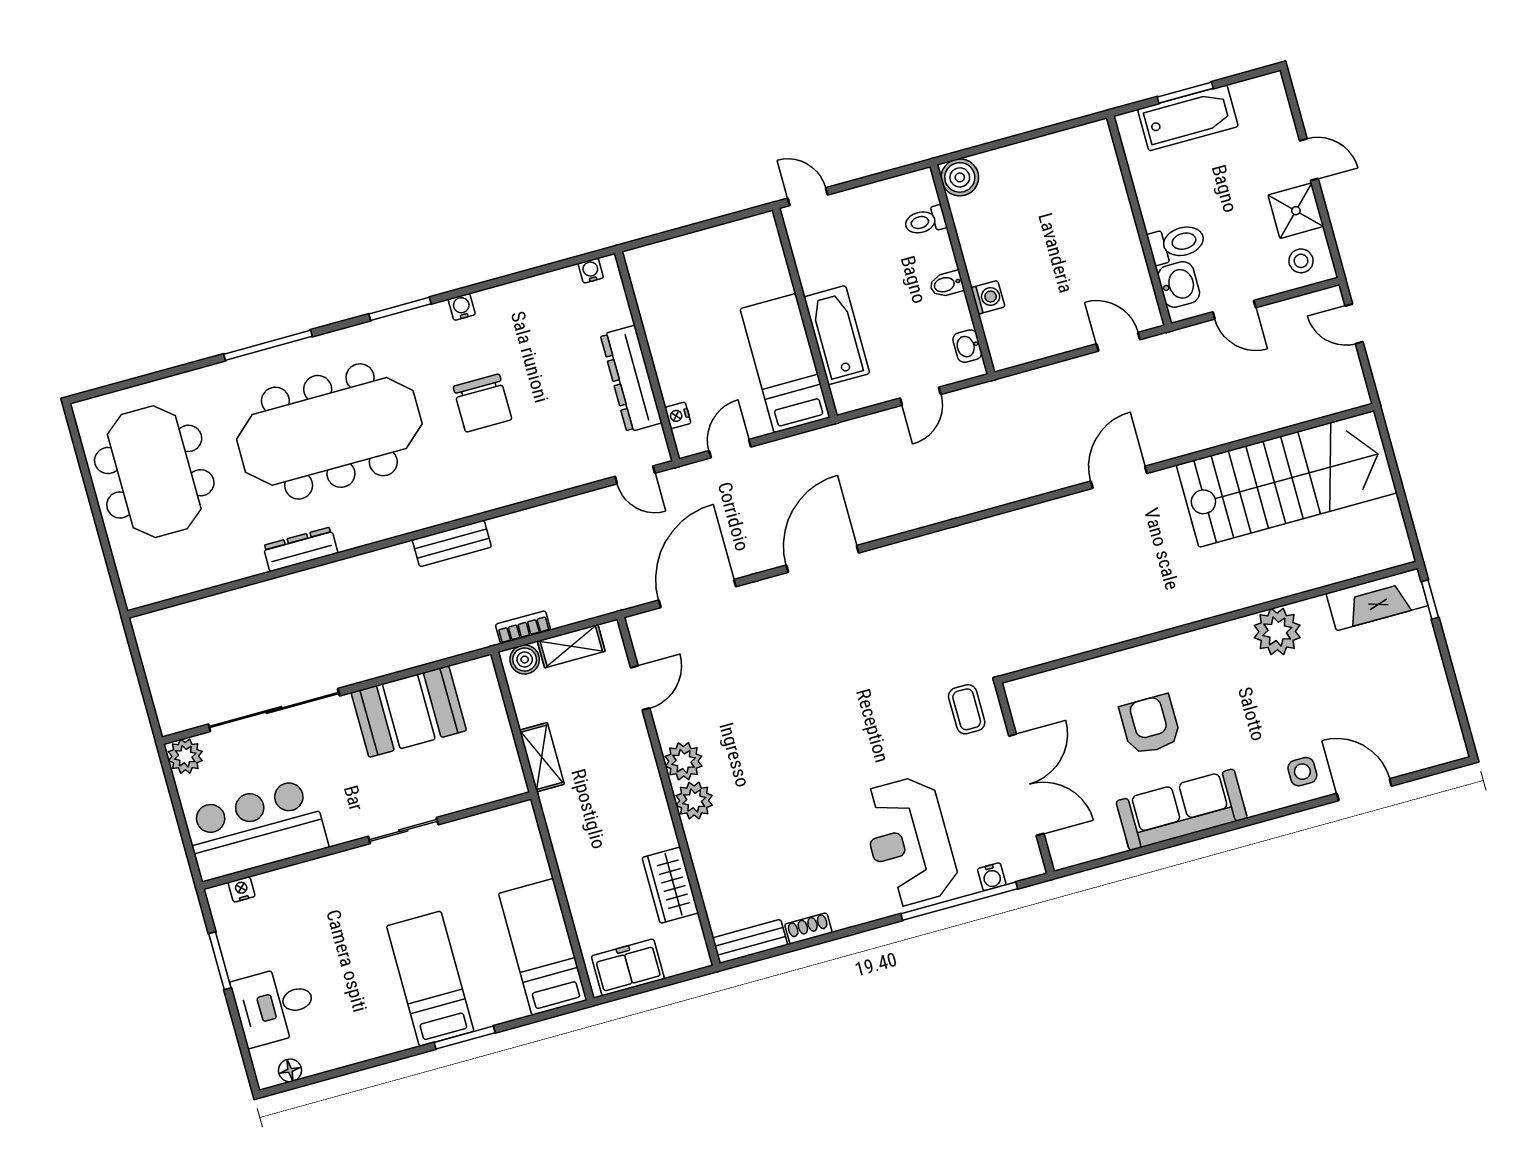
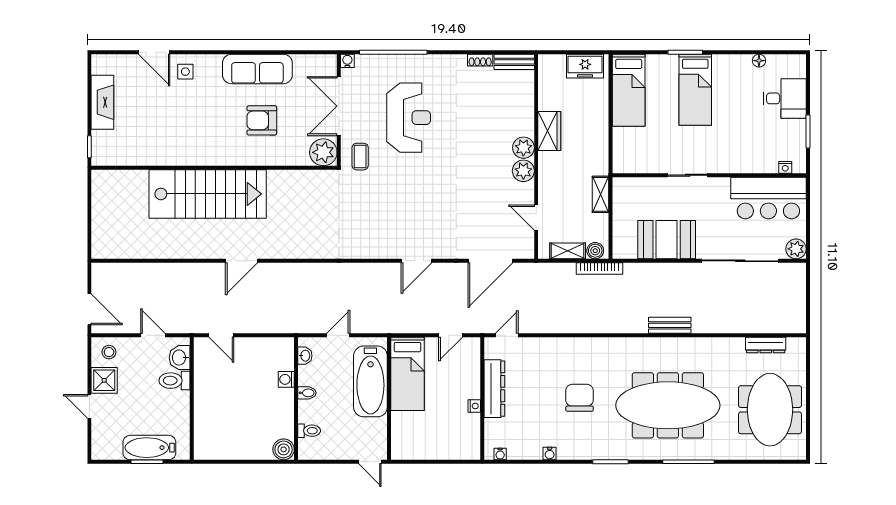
water cooler: (462, 307) -> (550, 454), moved
door: (1354, 324) -> (89, 309), width x1.38
bathtub: (837, 335) -> (370, 381), width x1.36, depth x1.36
nightstand: (678, 415) -> (474, 406), moved
door: (635, 475) -> (507, 335), hinge flipped
stairs: (1287, 479) -> (208, 194), moved, turned 180
bench: (452, 543) -> (670, 325), moved
dresser: (300, 549) -> (766, 345), moved
door: (823, 559) -> (417, 261), width x0.73
fireplace: (1377, 600) -> (102, 102), moved, turned 90
bookcase: (523, 627) -> (599, 269), width x1.56
plant: (1277, 632) -> (323, 152), moved
door: (640, 688) -> (536, 218), hinge flipped
armchair: (1150, 725) -> (262, 120), turned 90
reception desk: (909, 841) -> (409, 118), moved
water cooler: (992, 877) -> (347, 61), moved
wardrobe: (670, 885) -> (549, 131), moved
floor lamp: (290, 1070) -> (759, 61), moved

